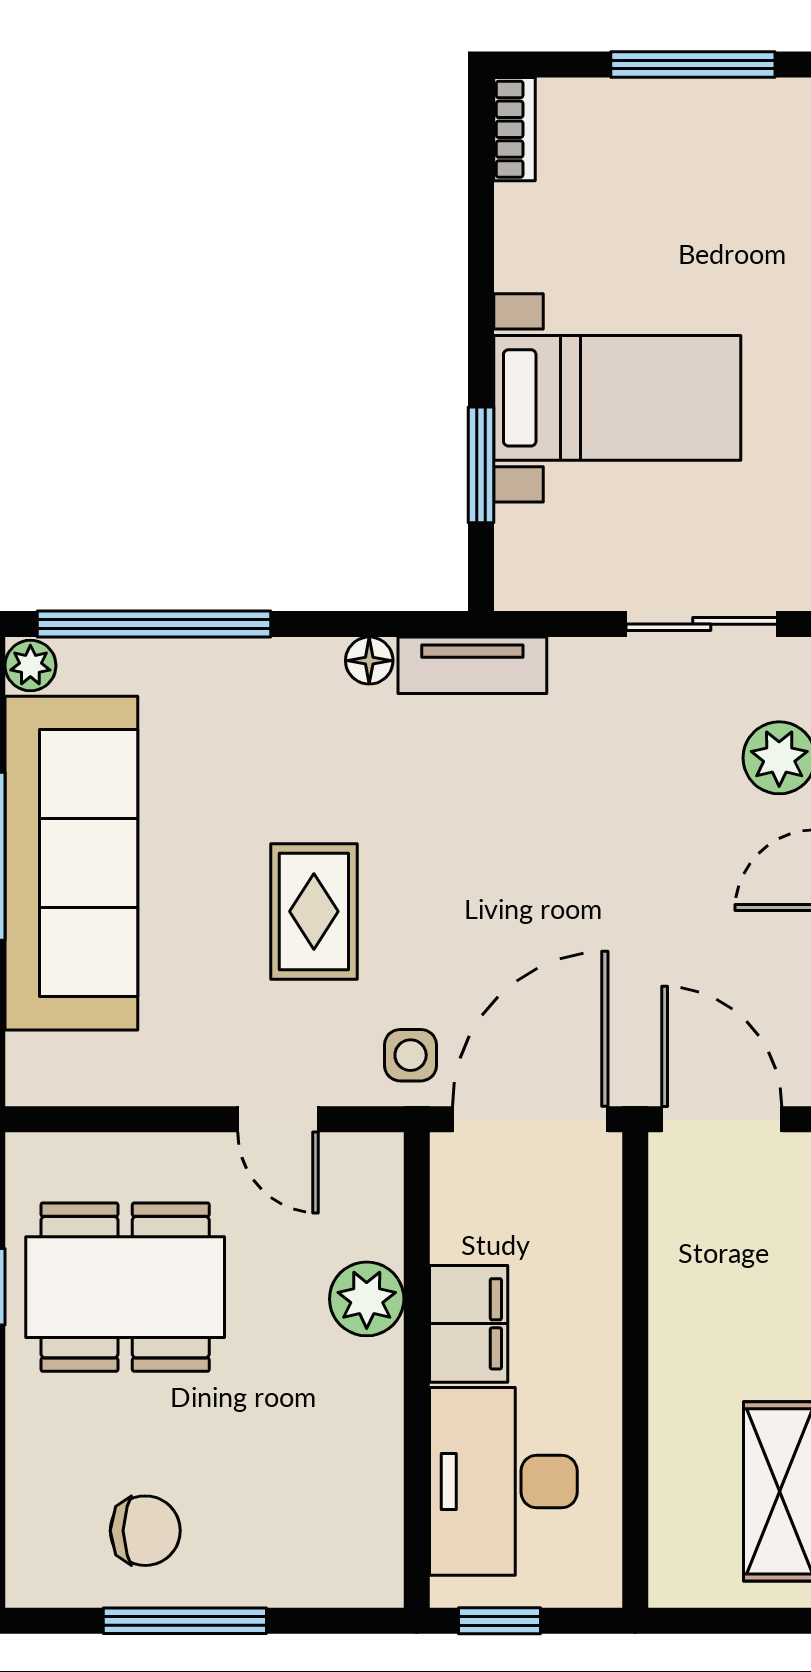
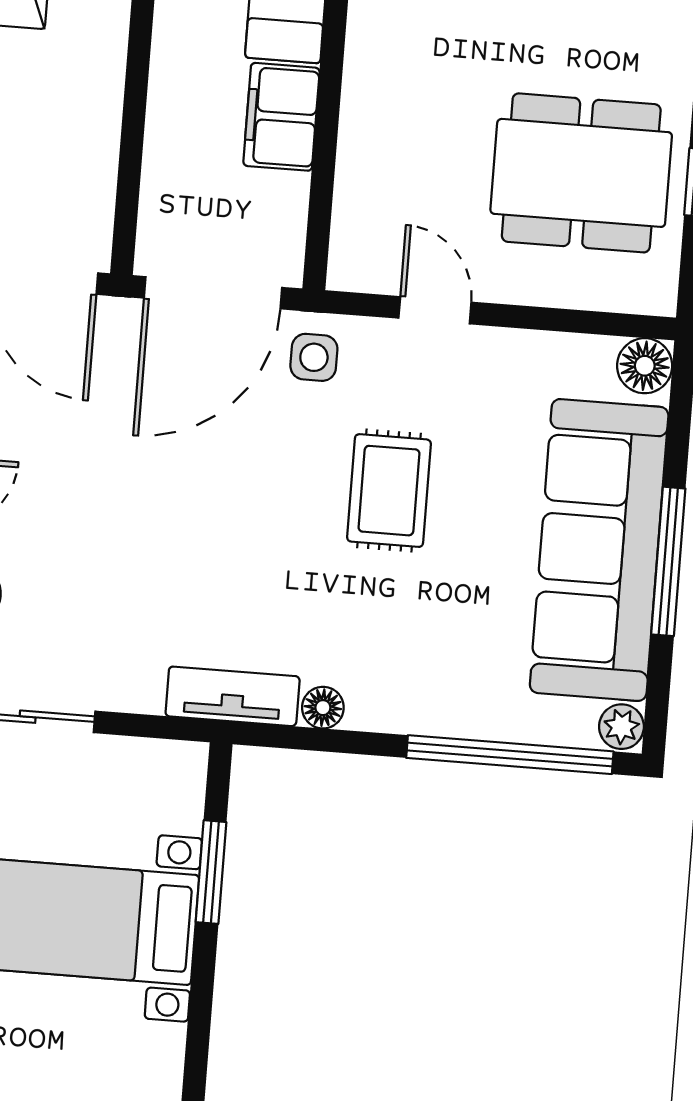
floor lamp: (36, 1075) -> (645, 366), added
plant: (367, 1299) -> (369, 146), removed

